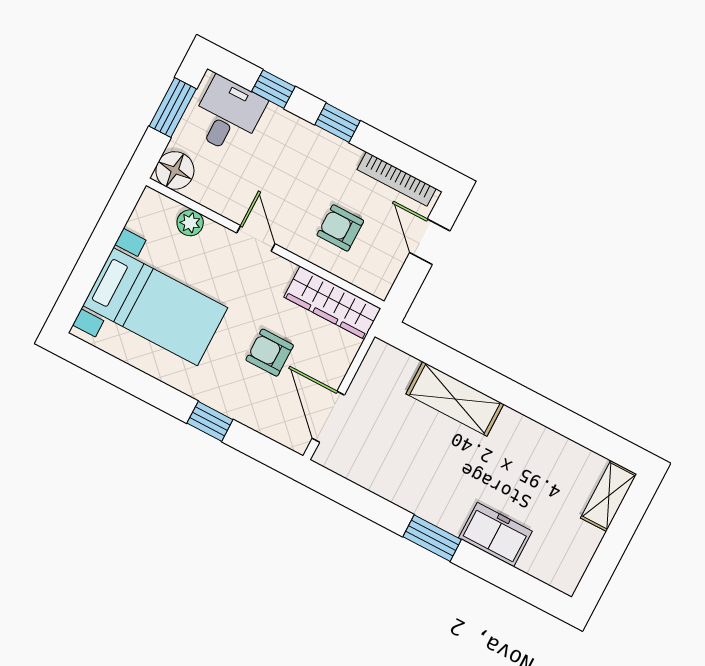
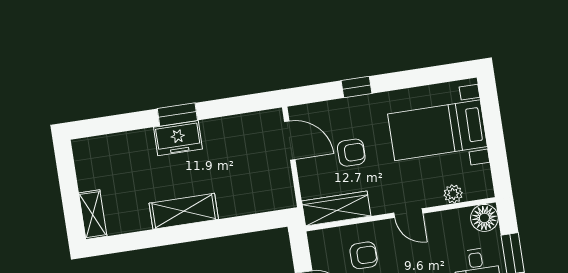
shelving: (455, 399) -> (184, 211), moved
freezer: (495, 535) -> (178, 138), moved

